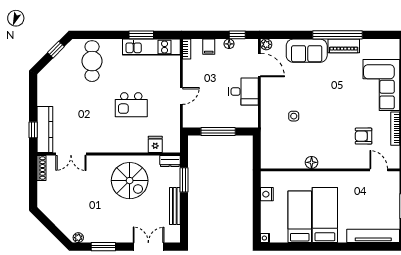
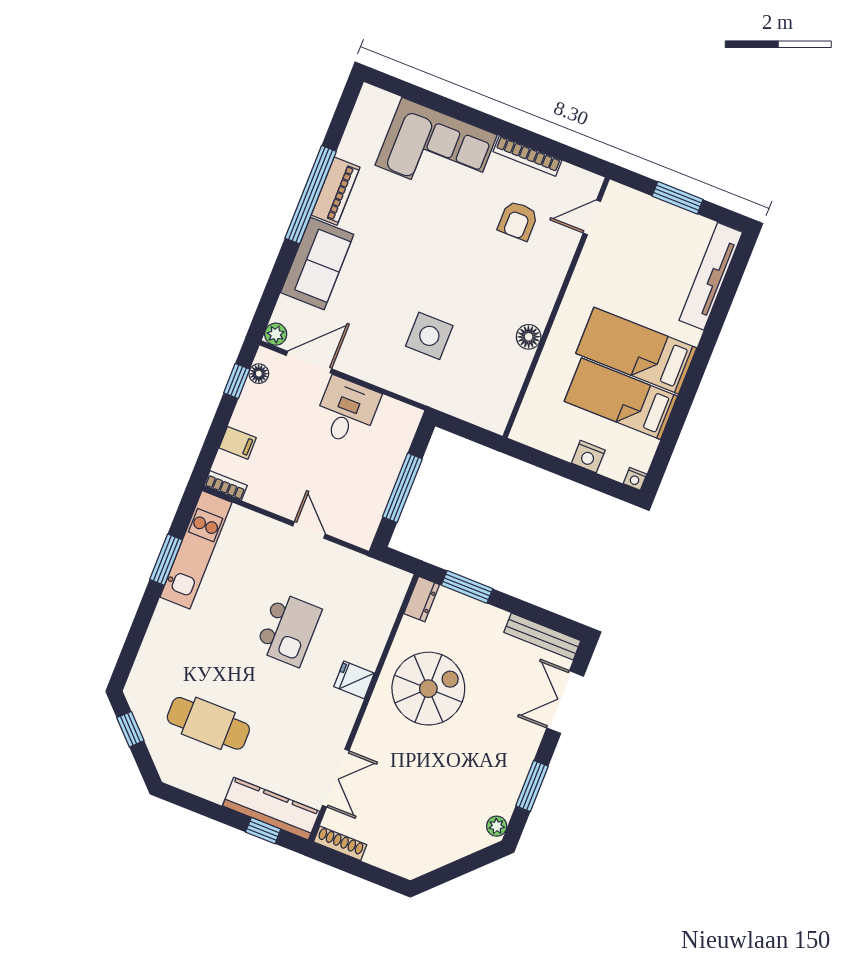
floor lamp: (229, 44) -> (259, 374), moved
cafe table: (92, 61) -> (208, 723), moved
side table: (294, 116) -> (429, 336), width x1.87, depth x1.87
fridge: (155, 144) -> (354, 680), moved
nightstand: (267, 194) -> (588, 457), moved
bench: (175, 206) -> (542, 636), moved

